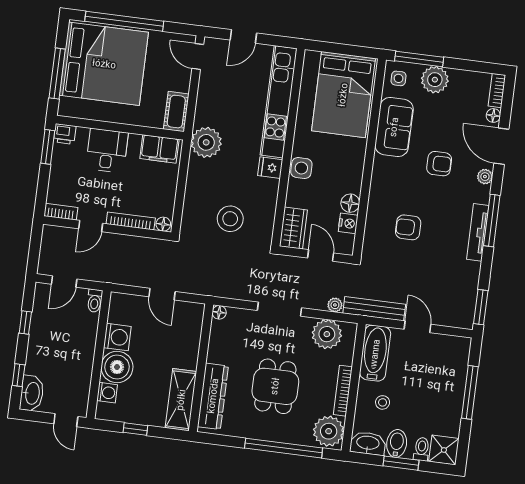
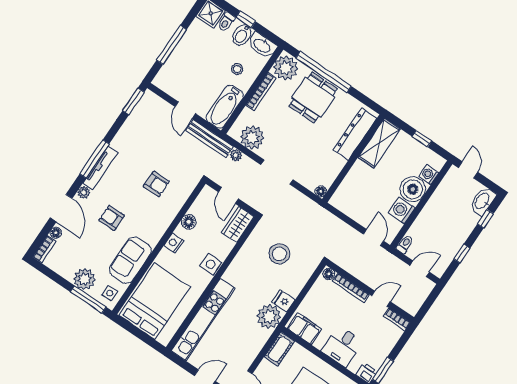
fridge: (270, 168) -> (283, 301), moved, turned 180
nightstand: (348, 223) -> (174, 243), moved
tv unit: (478, 232) -> (100, 168), moved
door: (162, 294) -> (374, 238), moved
dining table: (275, 386) -> (313, 97), moved
window: (401, 463) -> (246, 19), width x0.67

